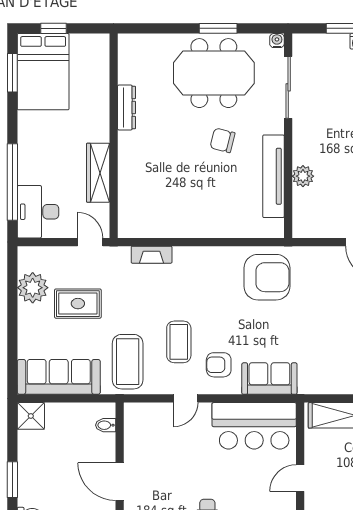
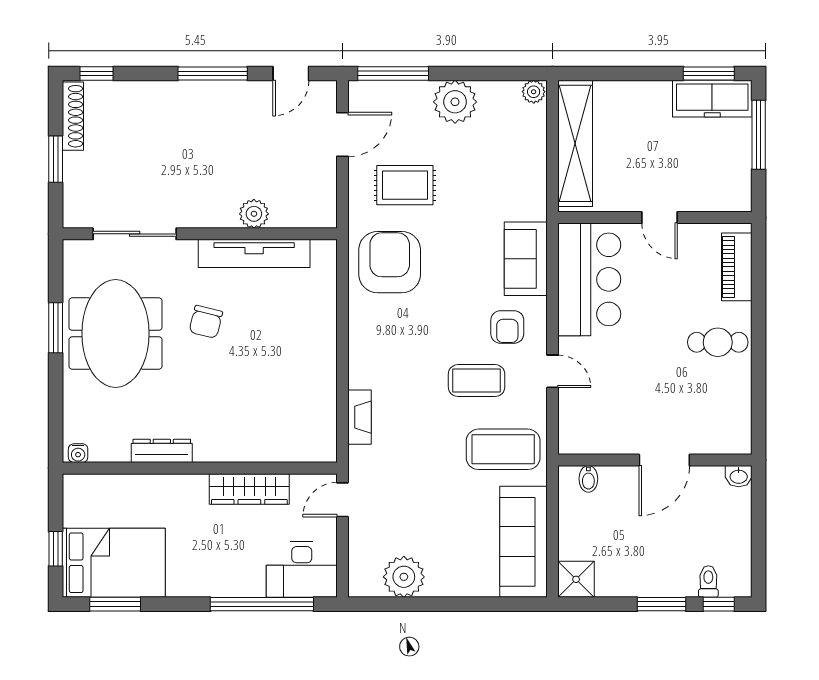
water cooler: (277, 41) -> (78, 453), moved, turned -90
rug: (78, 304) -> (405, 185), moved, turned 90

